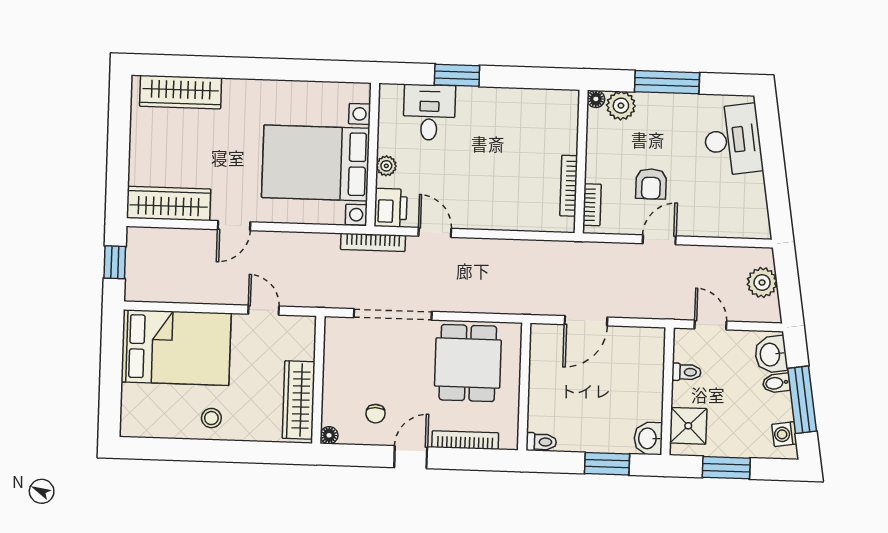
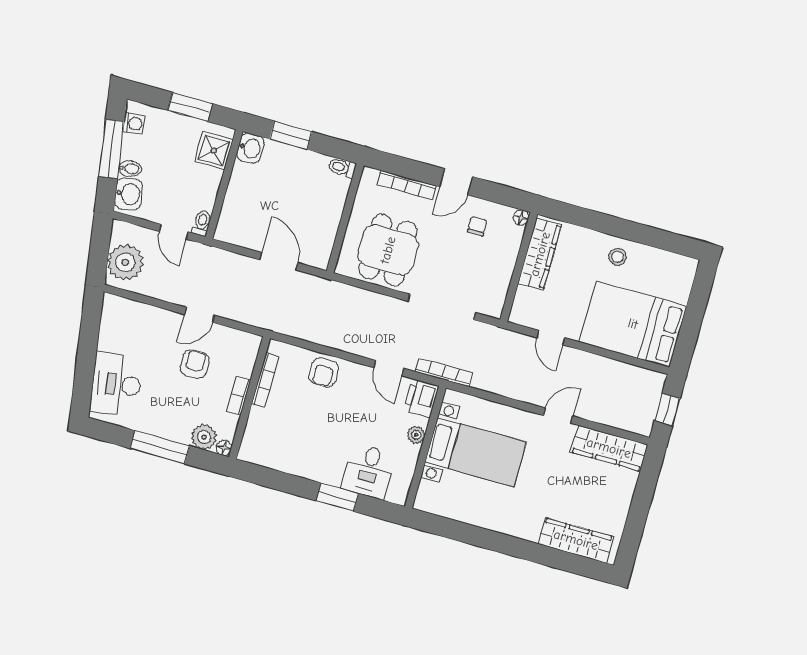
bed with nightstands: (316, 163) -> (476, 452), width x0.73
bookcase: (592, 205) -> (239, 396), moved
armchair: (506, 210) -> (324, 372), added
plant: (762, 283) -> (125, 262), width x1.36, depth x1.36
door: (586, 321) -> (279, 261), hinge flipped
toilet: (686, 372) -> (202, 223), moved, turned 90

